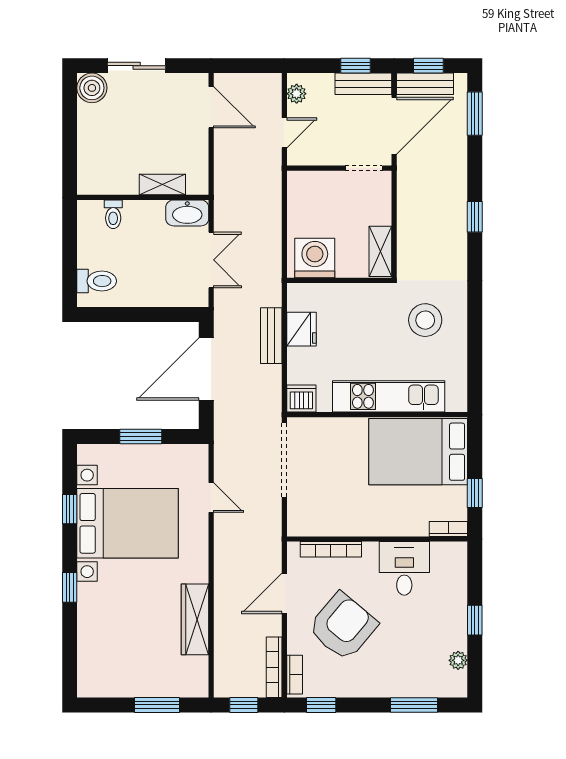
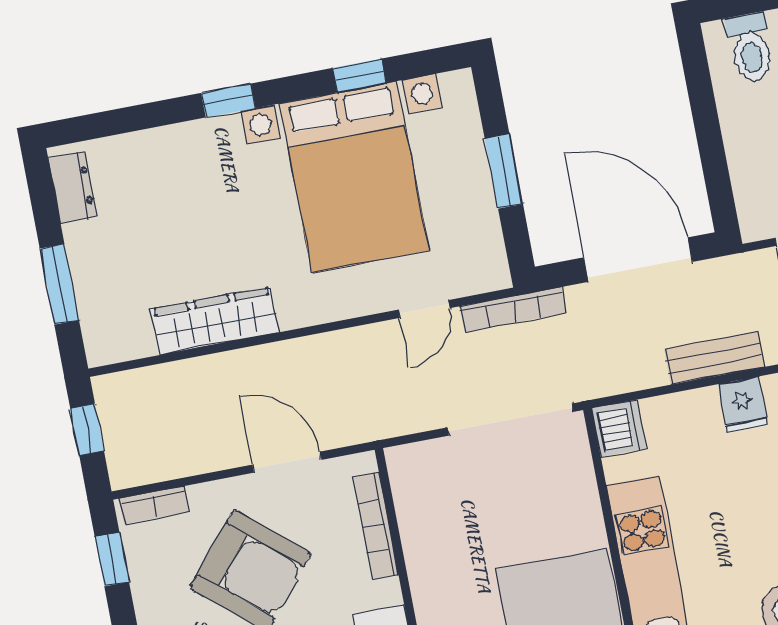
fridge: (301, 329) -> (743, 405), width x0.72
bookcase: (274, 667) -> (513, 310), moved, turned 180
dresser: (103, 687) -> (73, 188), added

